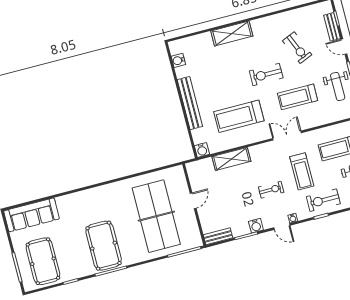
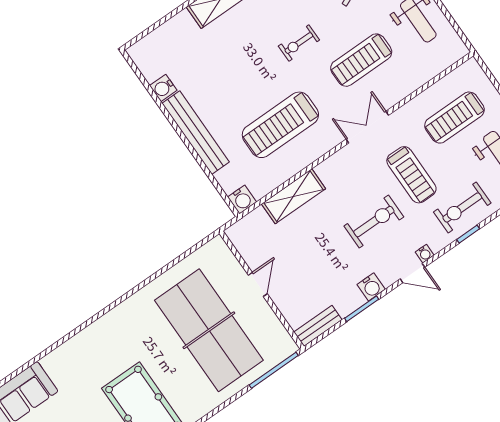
water cooler: (178, 60) -> (163, 88), moved
exercise bike: (266, 74) -> (299, 43), width x0.73, depth x0.72
exercise bike: (271, 190) -> (374, 222), width x1.38, depth x1.39

